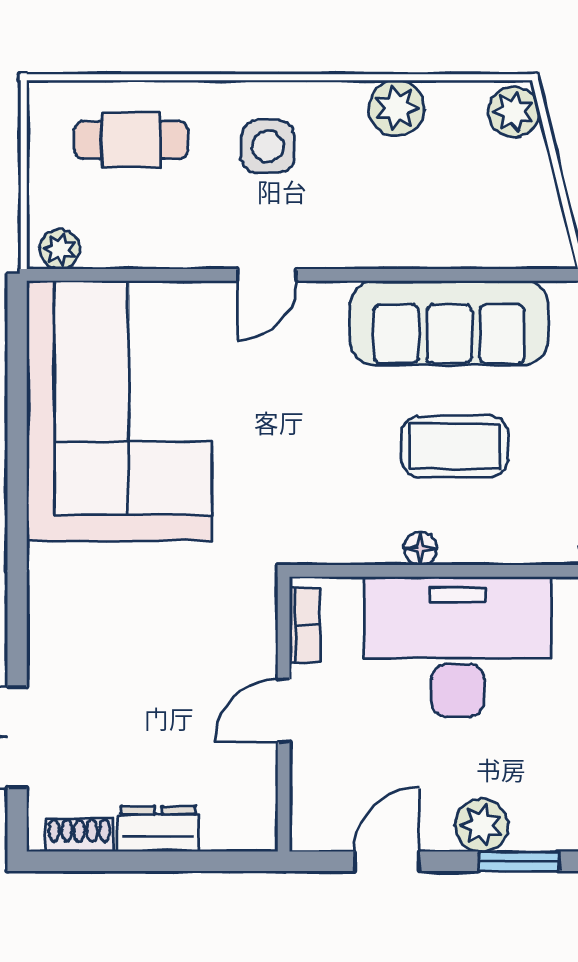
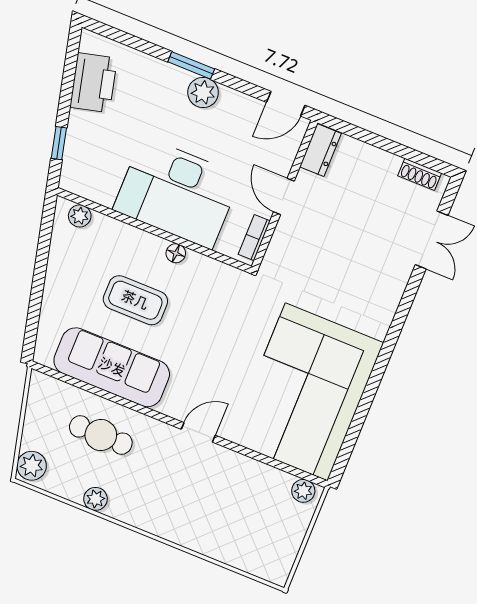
plant: (397, 108) -> (96, 499), width x0.73, depth x0.73
cafe table: (131, 140) -> (101, 435), moved
side table: (268, 146) -> (170, 501), removed
door: (284, 711) -> (284, 196), swing flipped
dresser: (158, 829) -> (320, 150), moved, turned -90
door: (387, 861) -> (286, 104), moved

